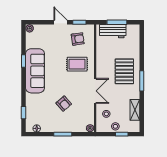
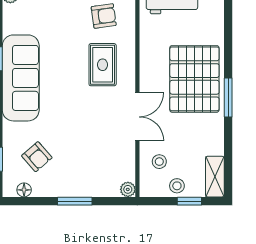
rug: (77, 64) -> (103, 65), turned 90
pallet: (124, 71) -> (194, 79), width x1.37, depth x1.41
armchair: (64, 104) -> (37, 157), moved
shelving: (135, 110) -> (215, 177), moved

